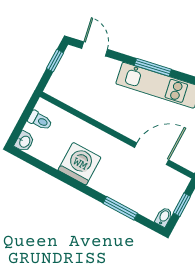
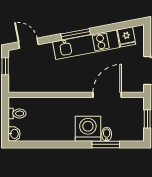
washing machine: (80, 164) -> (88, 129), moved
bidet: (164, 217) -> (107, 134), moved

